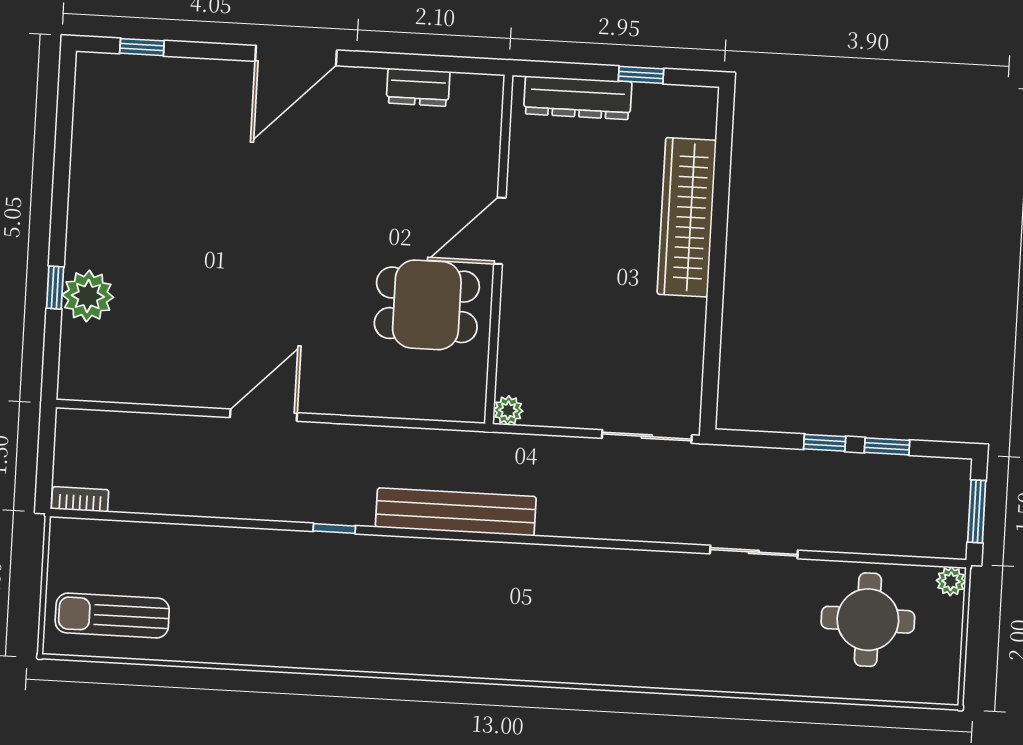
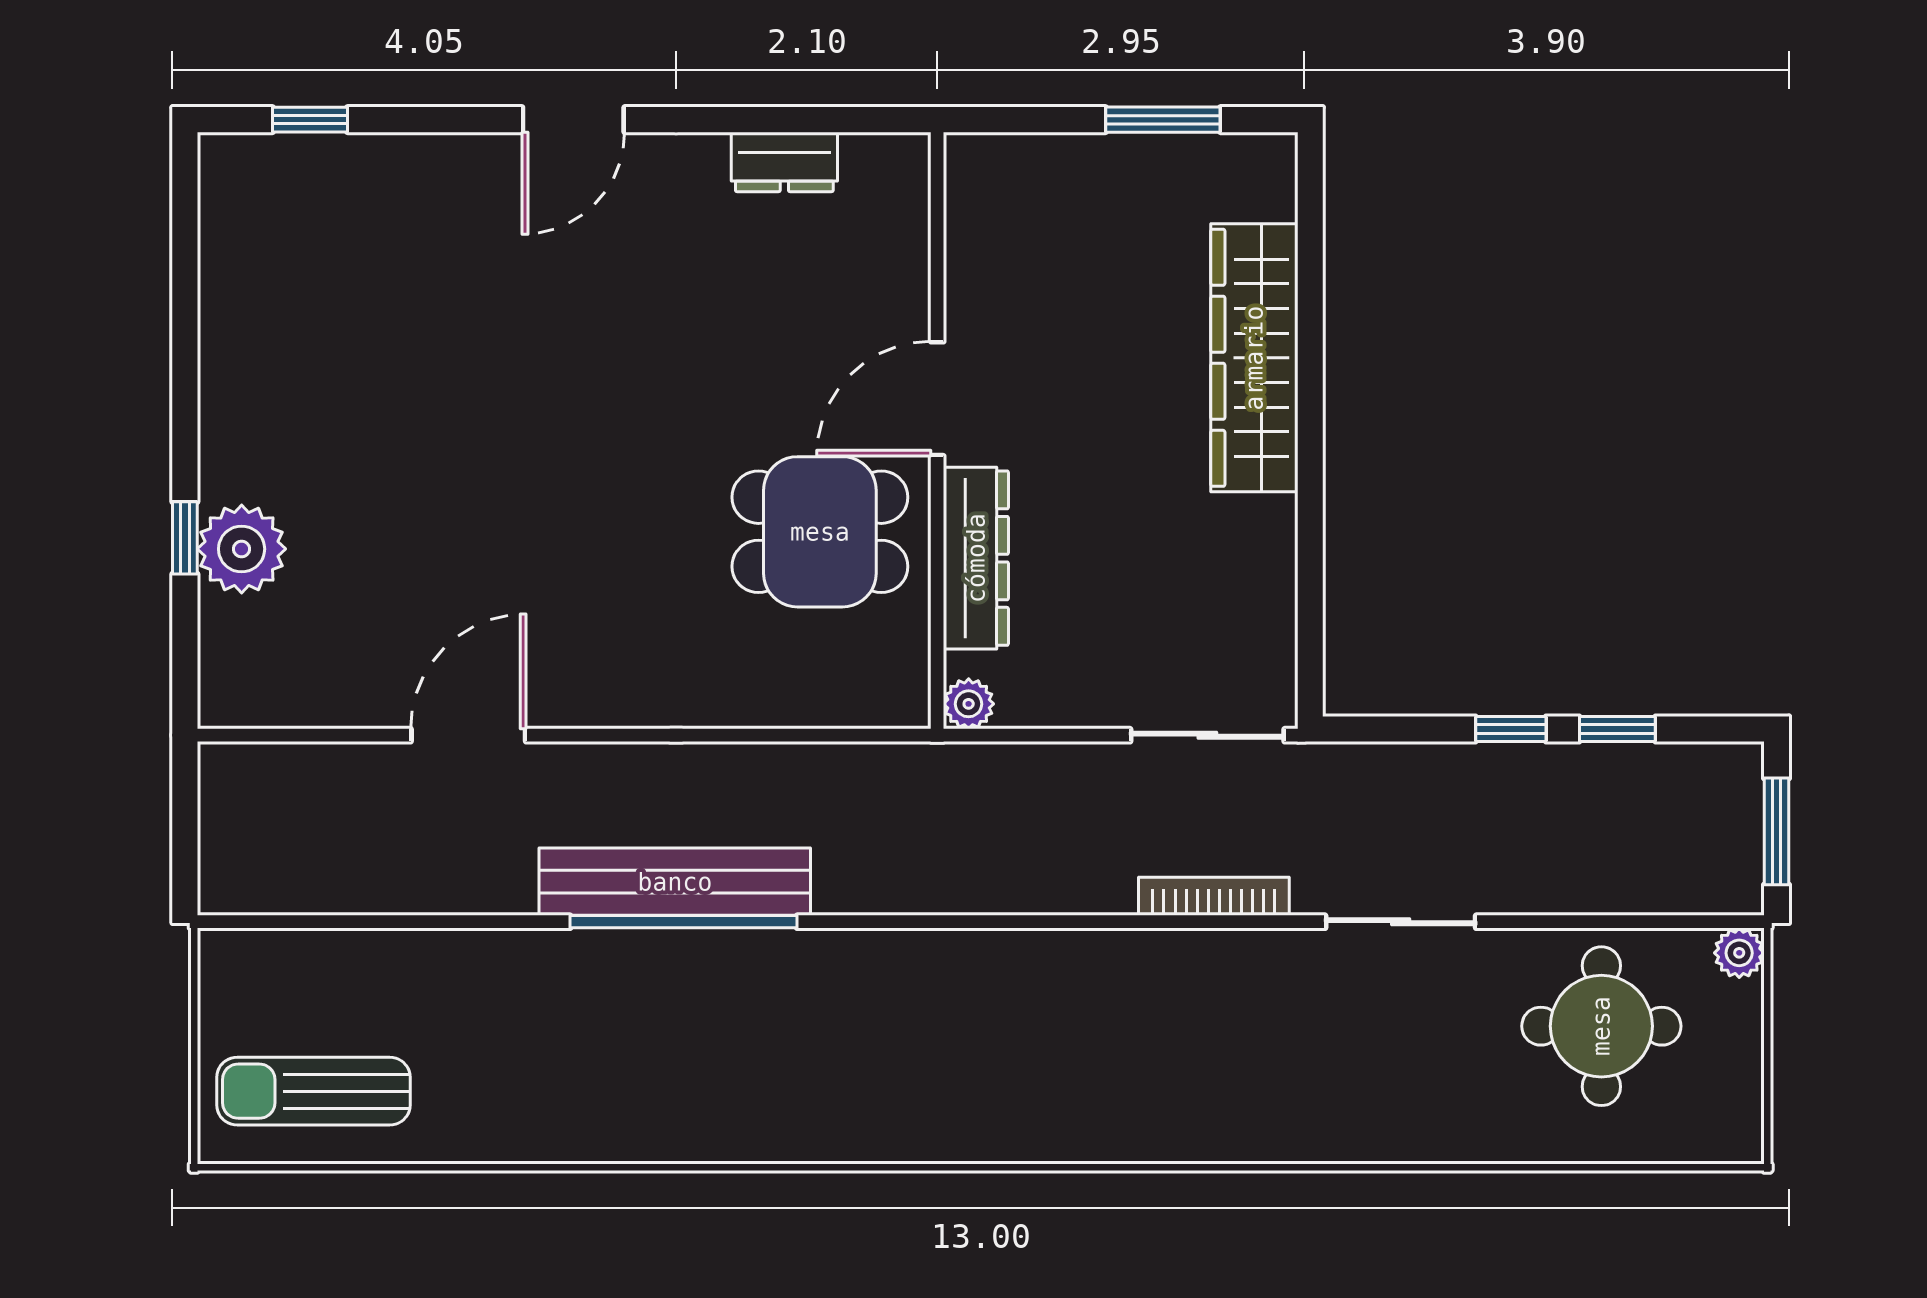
door: (296, 56) -> (573, 120), width x0.73
window: (641, 75) -> (1163, 120), width x1.50
dresser: (578, 98) -> (976, 558), moved, turned -90
door: (264, 415) -> (468, 735), moved
bookcase: (80, 499) -> (1214, 896), moved, width x1.56
bench: (456, 512) -> (675, 882), moved
window: (334, 529) -> (684, 922), width x3.17

